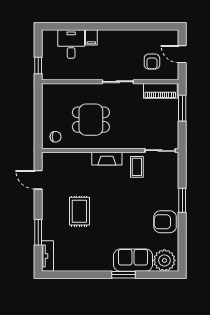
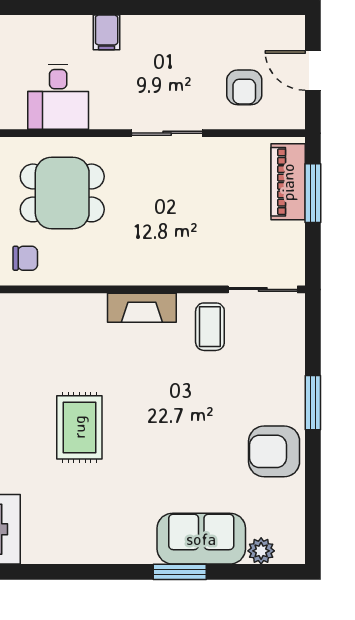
desk: (71, 44) -> (58, 97), moved, turned 180
piano: (160, 91) -> (288, 182), moved, turned 90
dining table: (91, 120) -> (62, 193), moved
plant: (164, 260) -> (261, 551), width x0.53, depth x0.53

